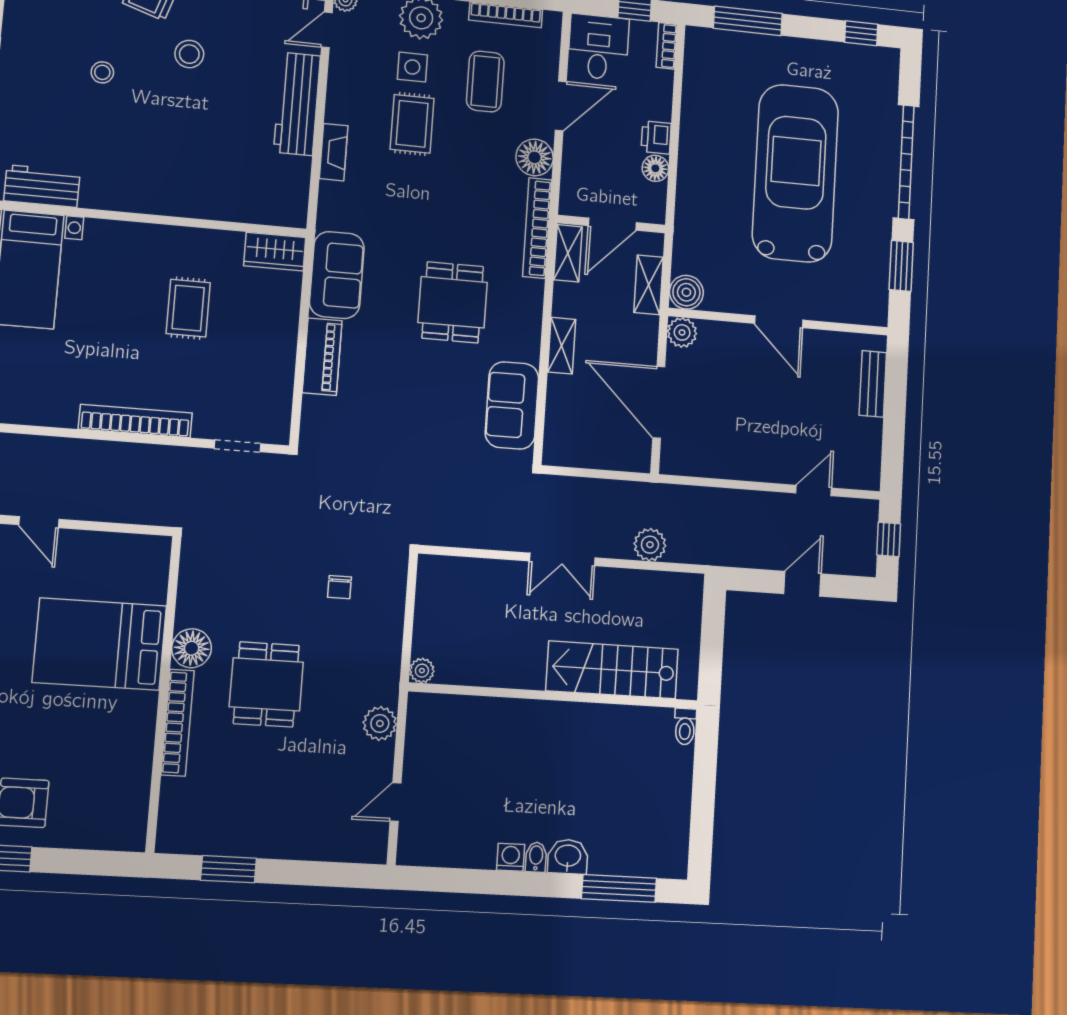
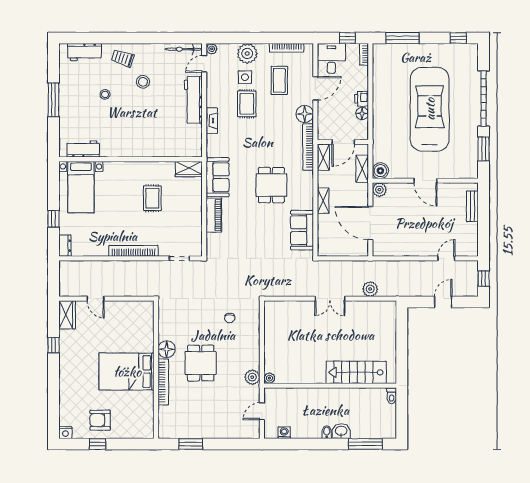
bed: (100, 644) -> (127, 372), moved
stairs: (612, 670) -> (356, 372), moved
plant: (422, 671) -> (269, 378), moved
wall: (554, 696) -> (330, 386), moved
toilet: (685, 727) -> (392, 396), moved
washing machine: (511, 857) -> (284, 433), moved

